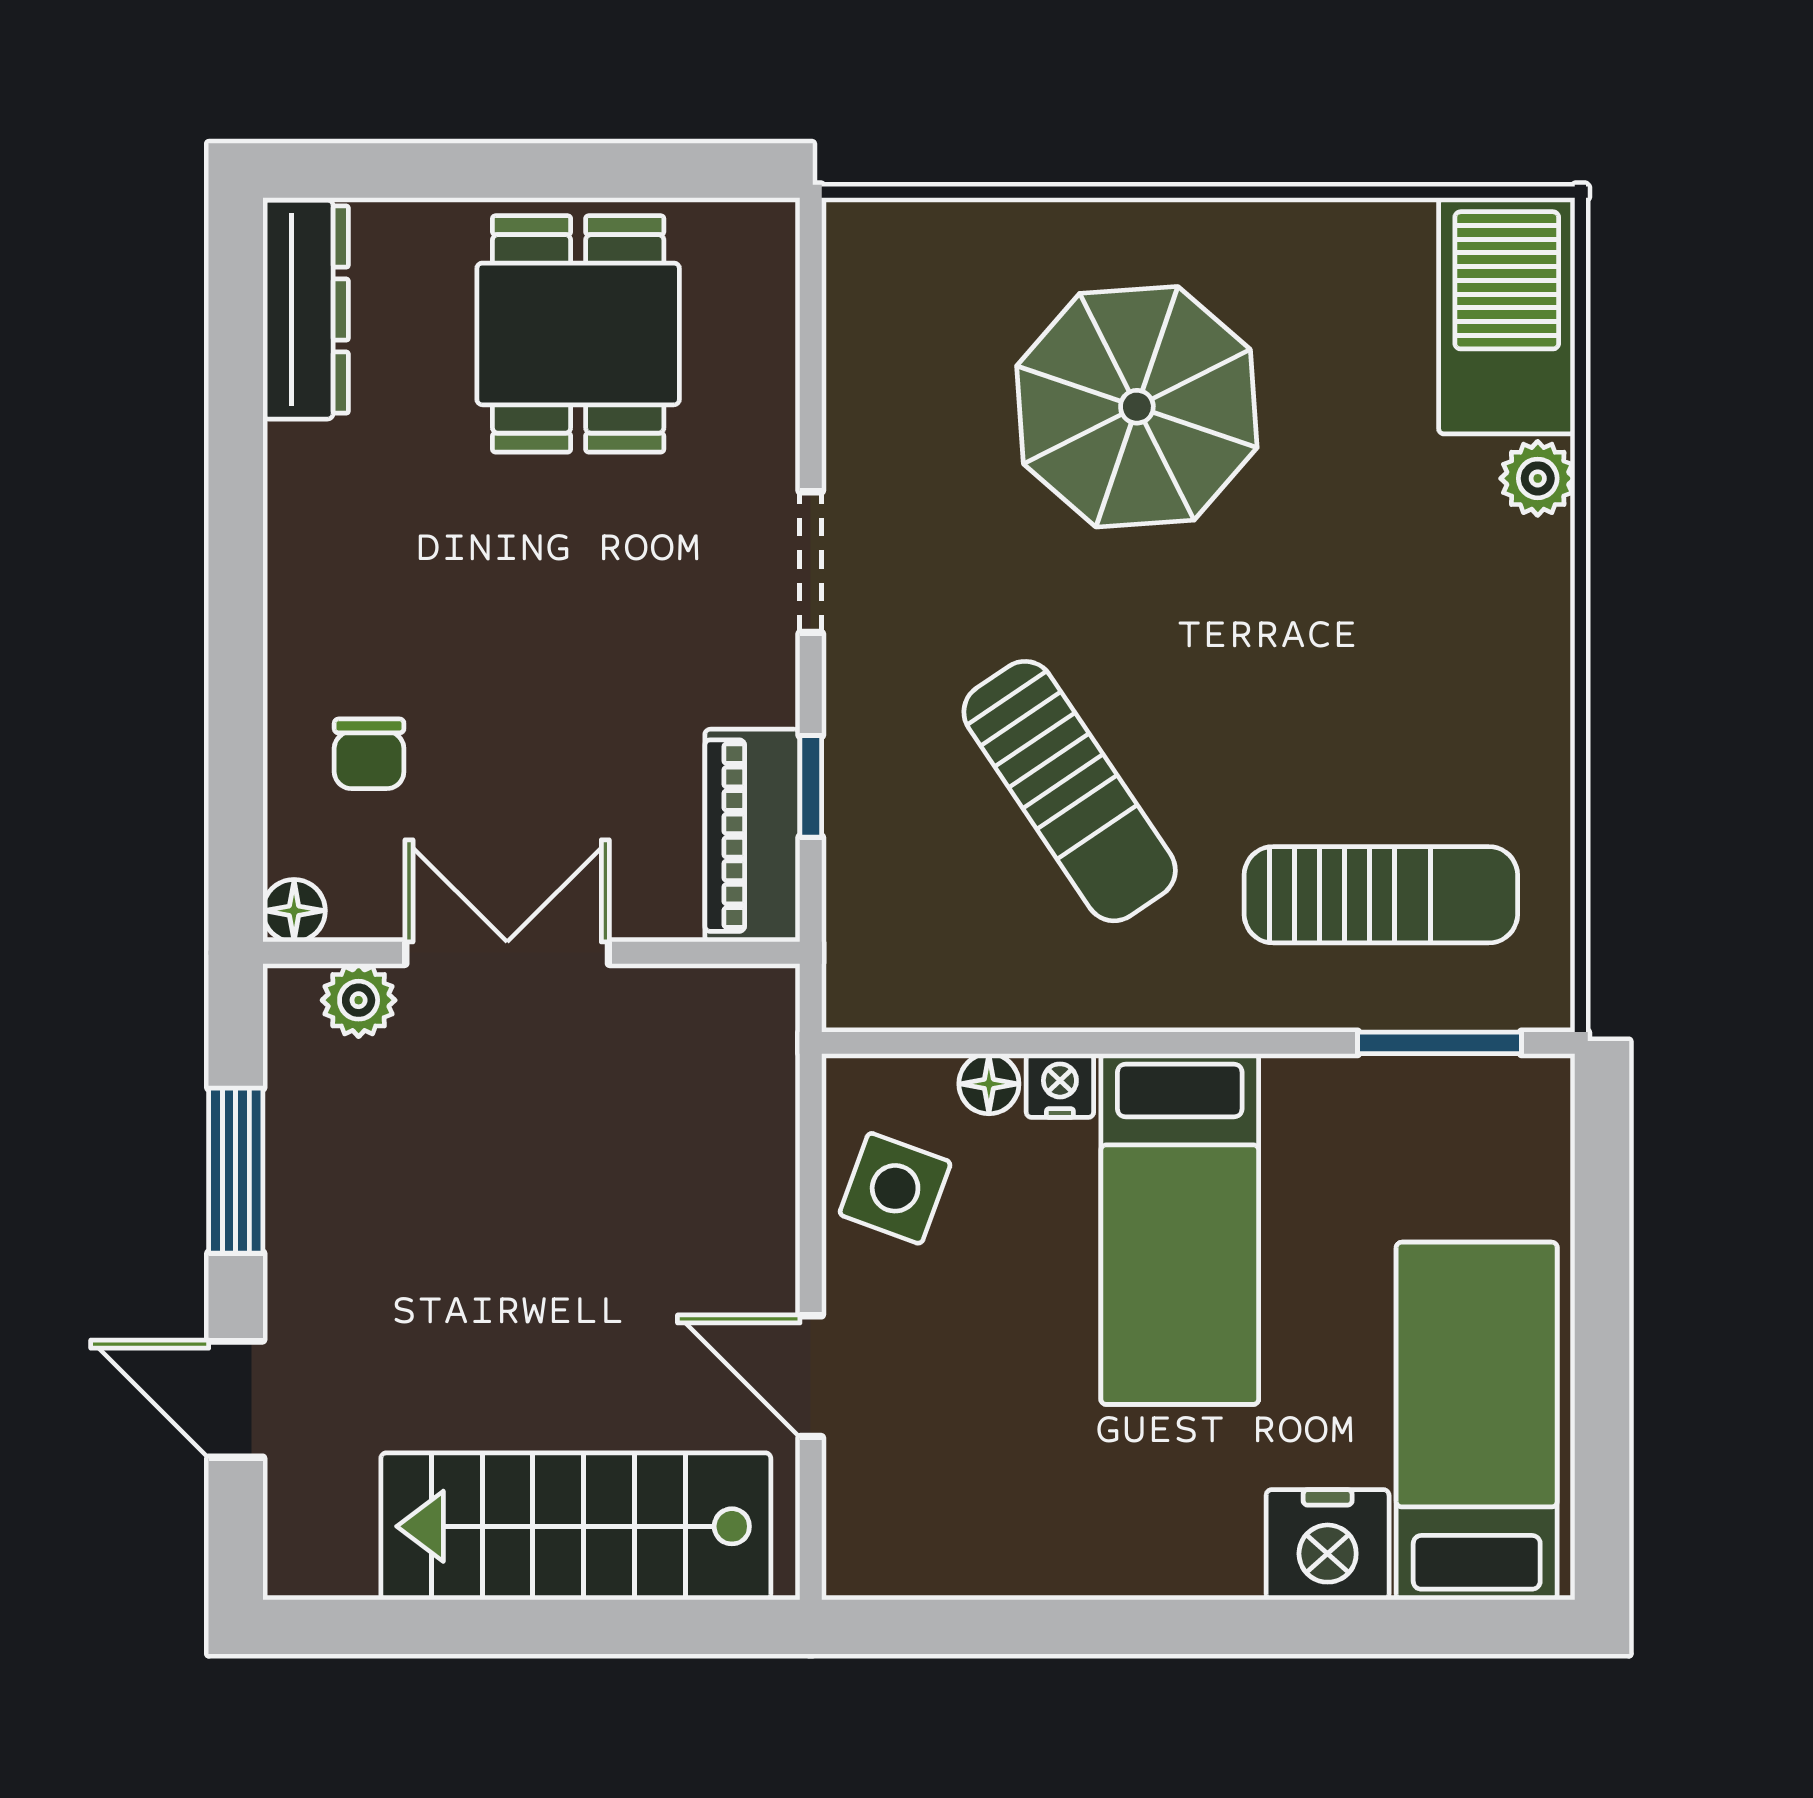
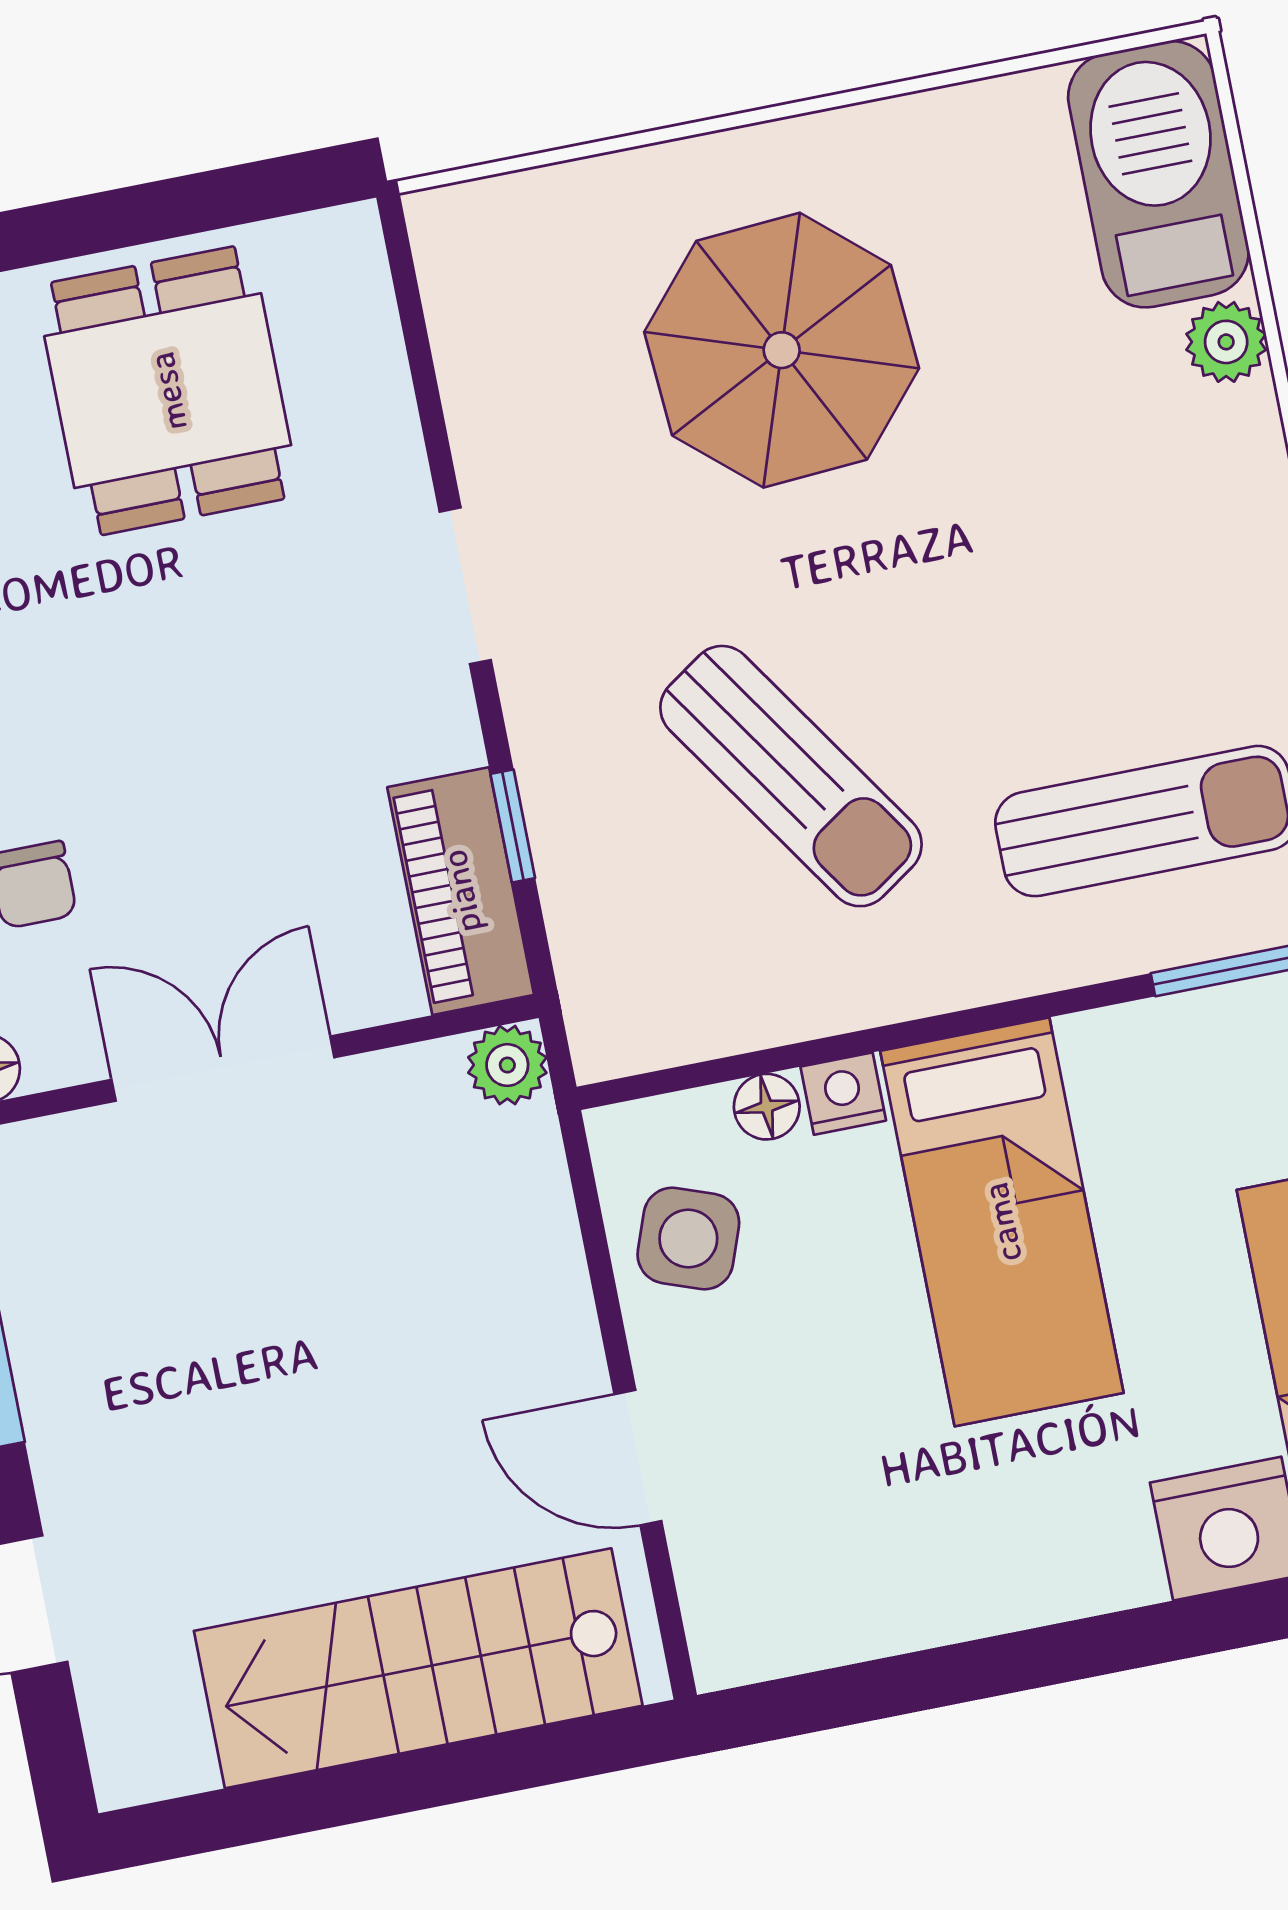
plant: (359, 1000) -> (507, 1065), moved

